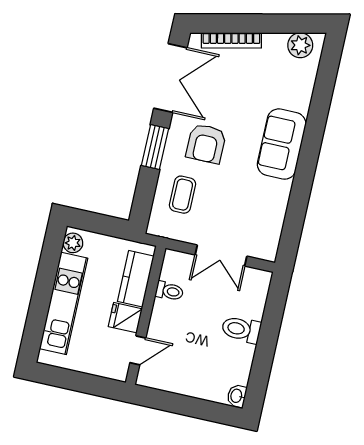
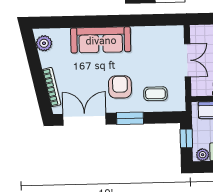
armchair: (206, 144) -> (120, 87), turned -90
sofa: (282, 144) -> (101, 40), width x1.36
window: (104, 225) -> (186, 138), added

